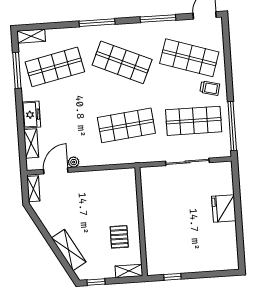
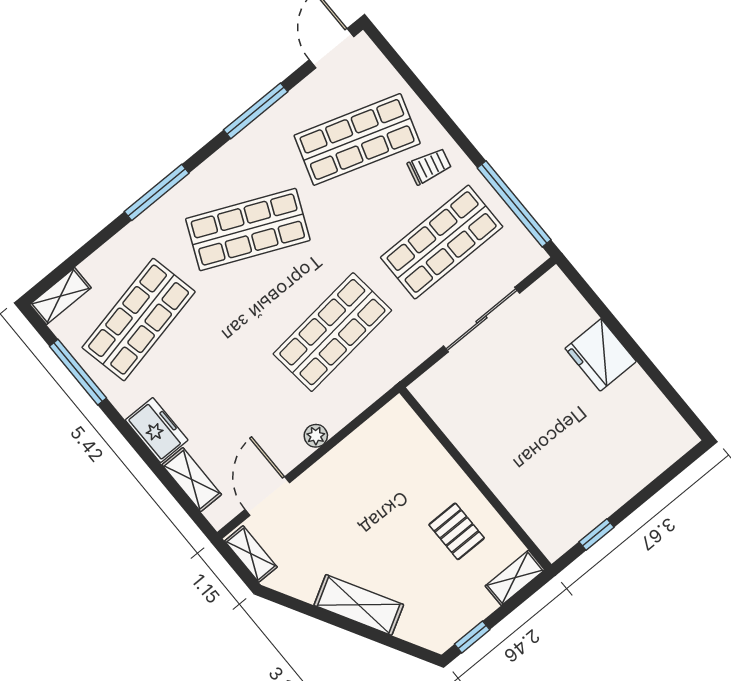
plant: (74, 162) -> (316, 436), moved
shelving: (69, 250) -> (359, 605), moved

